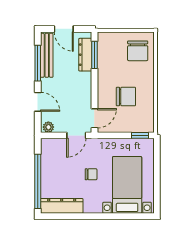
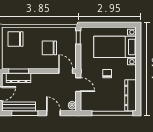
chair: (138, 51) -> (16, 39), turned 180
chair: (126, 96) -> (49, 48), turned -90
door: (38, 102) -> (53, 113), hinge flipped

